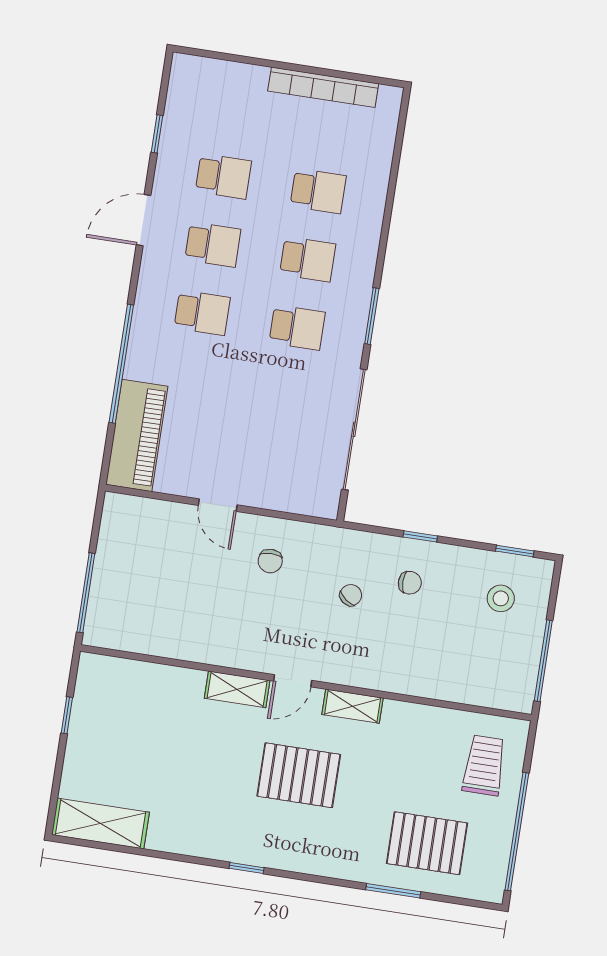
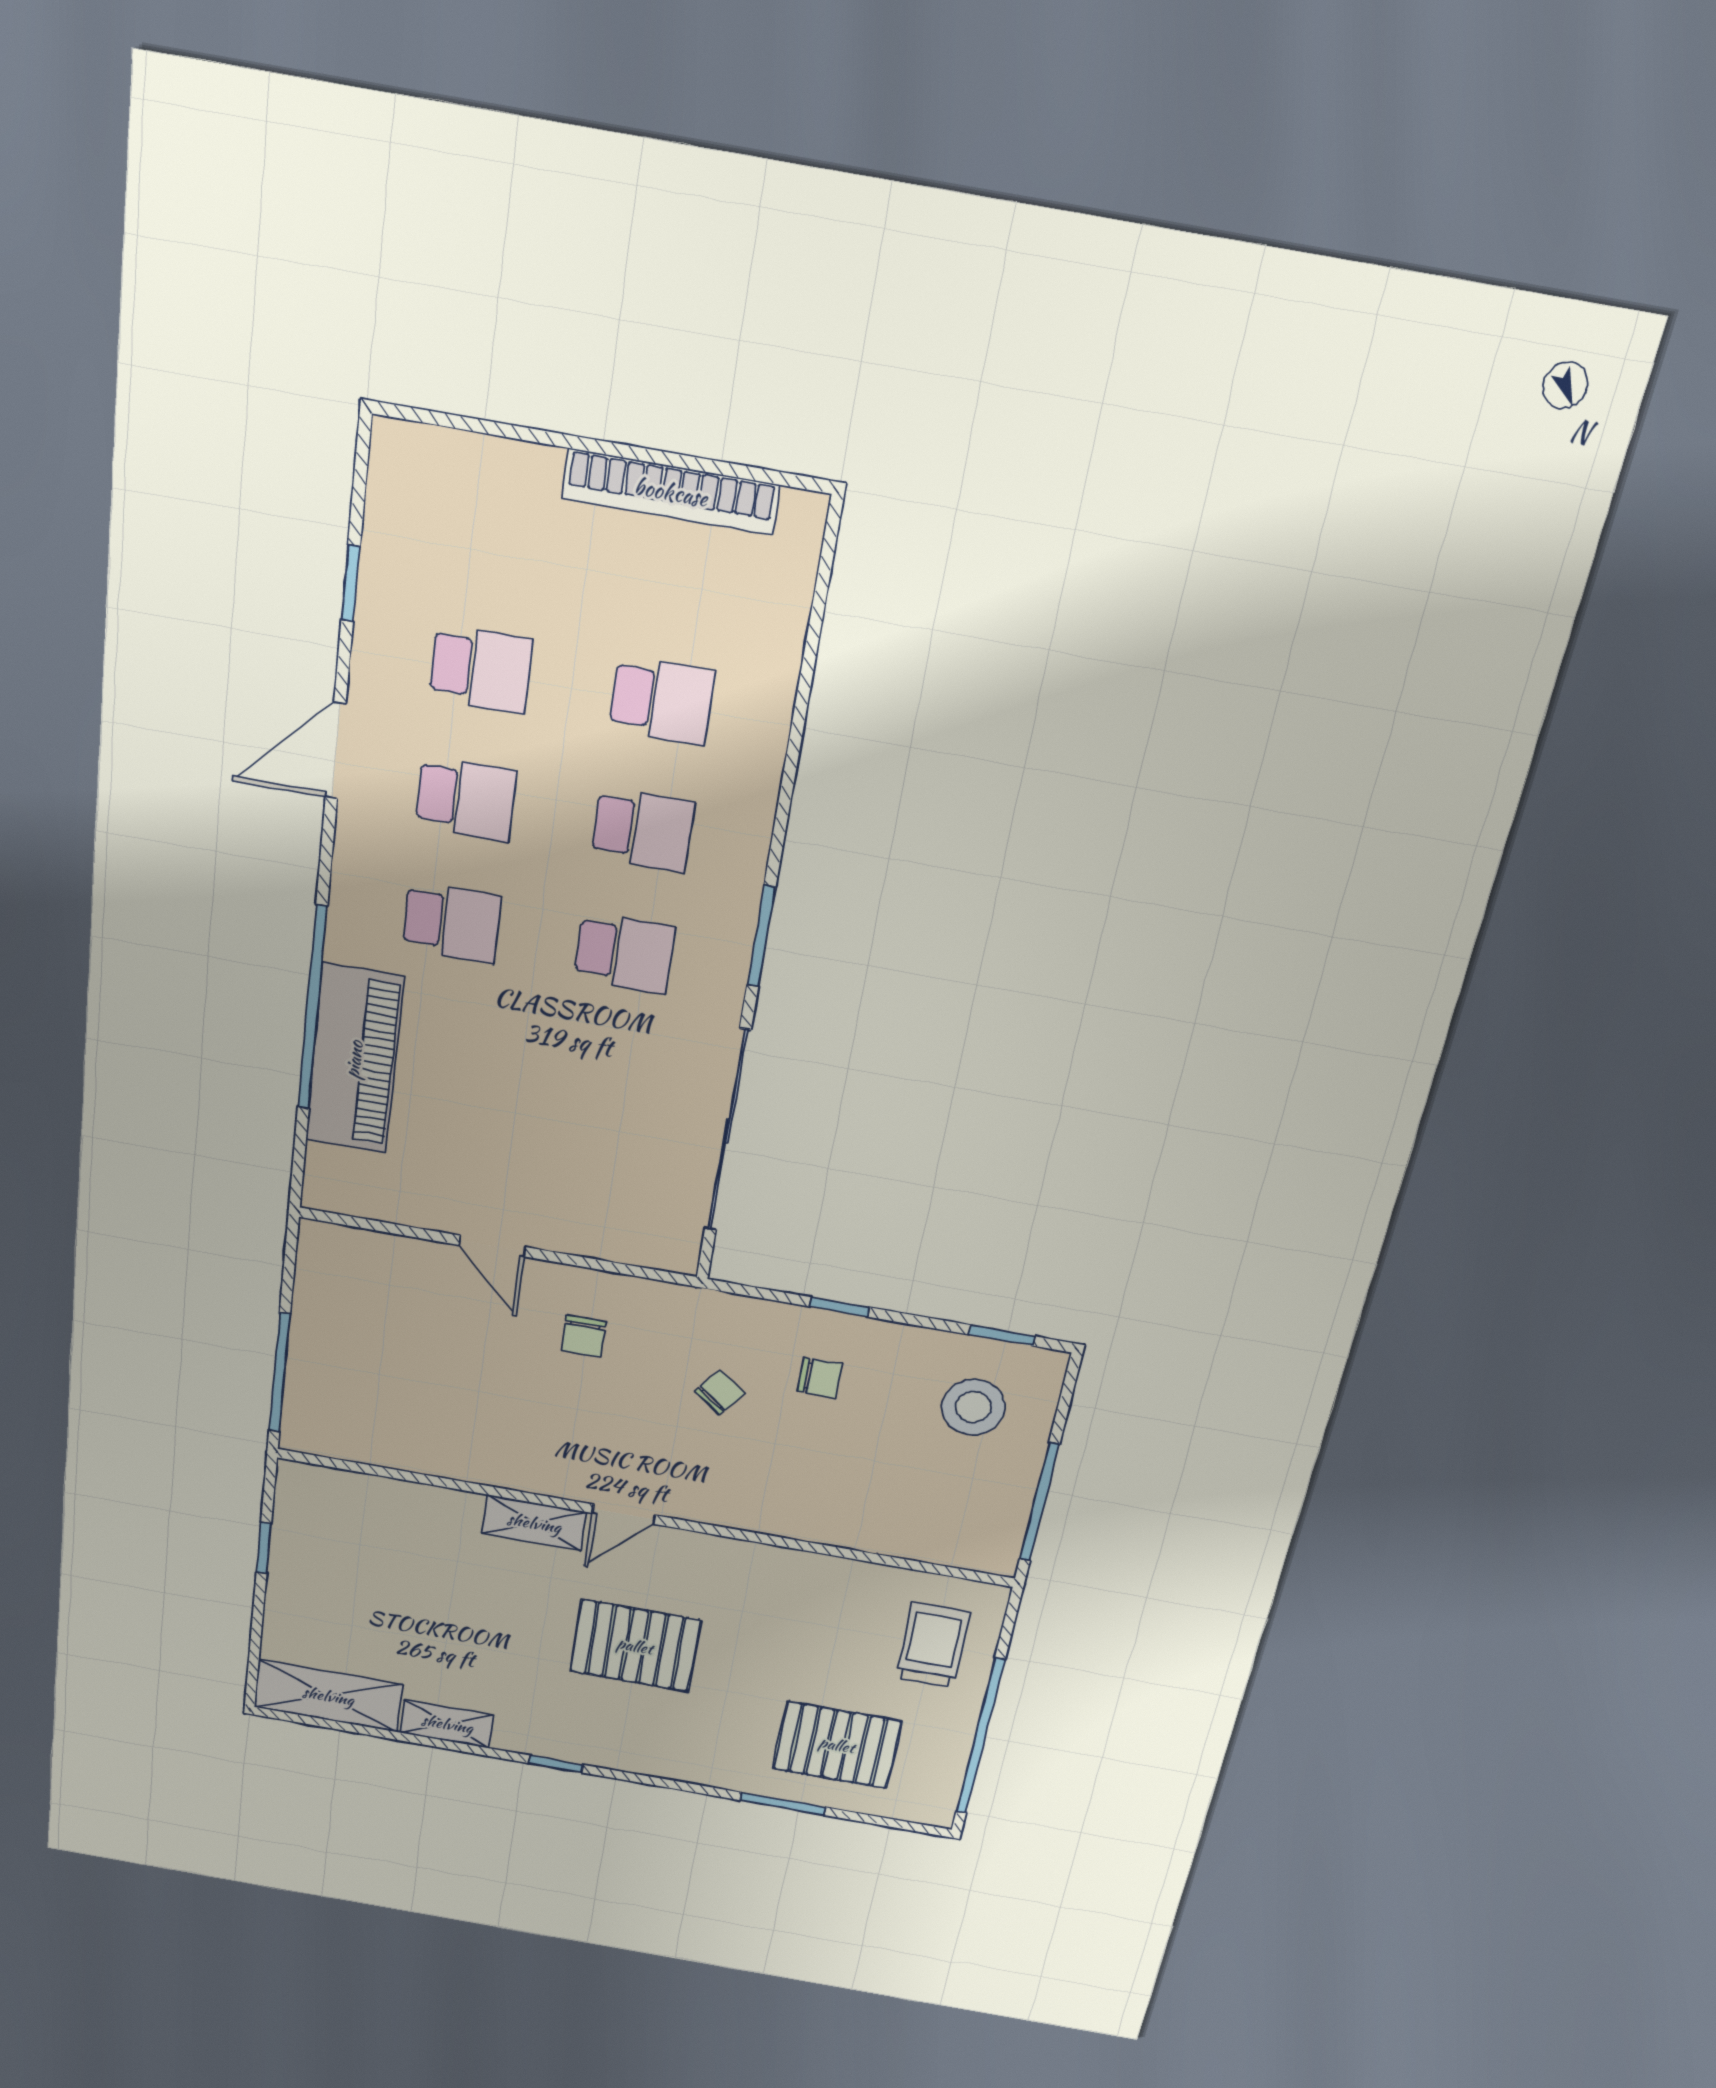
piano: (137, 435) -> (354, 1059), moved
stool: (501, 598) -> (973, 1407), width x1.38, depth x1.38
shelving: (353, 706) -> (447, 1724), moved

